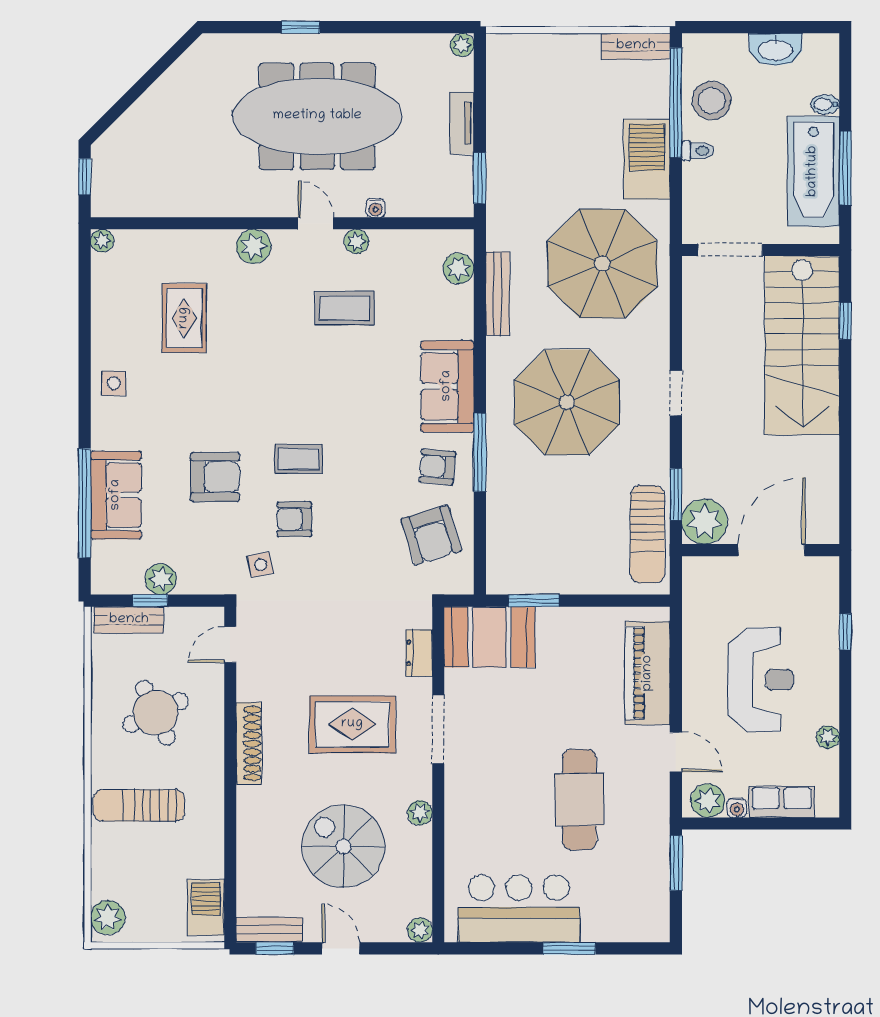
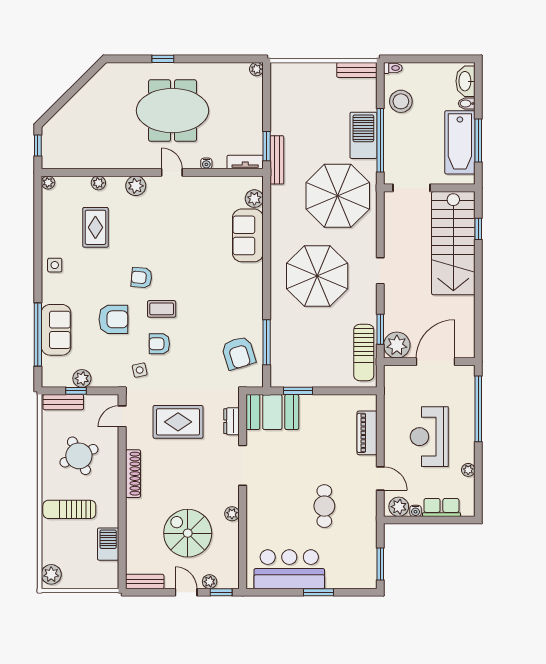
washbasin: (775, 49) -> (465, 81), moved, turned 90
window: (676, 103) -> (380, 140), moved
meeting table: (317, 116) -> (173, 111), width x0.73
tv unit: (462, 123) -> (245, 162), moved, turned 90
toilet: (698, 151) -> (393, 68), moved
plant: (356, 241) -> (98, 183), moved
bench: (498, 294) -> (277, 160), moved
coffee table: (345, 308) -> (189, 222), removed
sofa: (447, 386) -> (248, 235), moved
window: (480, 452) -> (267, 342), moved
armchair: (437, 467) -> (142, 278), moved
window: (845, 632) -> (478, 409), width x3.17
piano: (648, 673) -> (367, 433), width x0.73, depth x0.75
reception desk: (761, 680) -> (429, 437), turned 180
rug: (352, 724) -> (178, 422), moved
cafe table: (579, 800) -> (324, 506), width x0.73, depth x0.74
window: (676, 863) -> (380, 564), moved
barbecue: (206, 907) -> (108, 544), moved
plant: (420, 930) -> (210, 582), moved
window: (275, 948) -> (221, 592), moved

